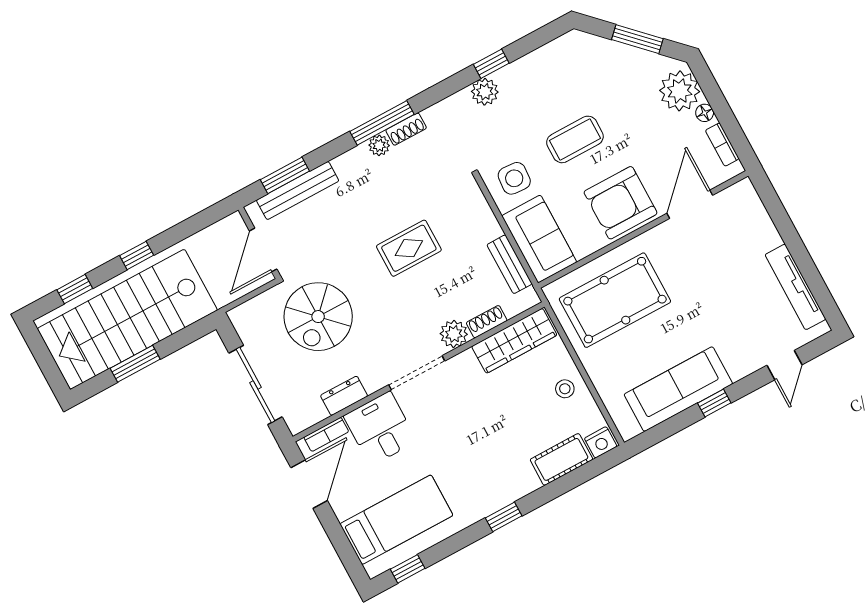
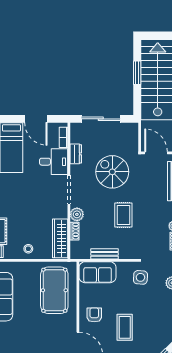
coffee table: (575, 139) -> (125, 327), moved
side table: (514, 178) -> (140, 277), moved
armchair: (621, 203) -> (94, 315), width x0.53, depth x0.53
bench: (509, 264) -> (104, 254), moved
spiral stairs: (318, 317) -> (112, 172), moved
door: (309, 484) -> (36, 119), moved

